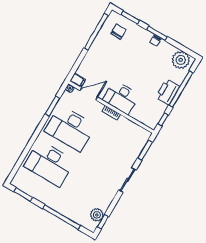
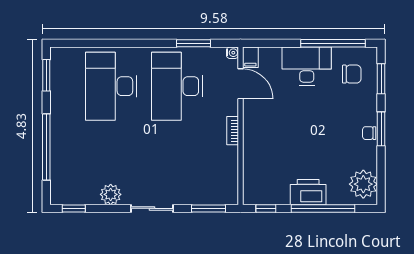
desk: (121, 98) -> (307, 66), moved, turned 90
plant: (97, 215) -> (111, 194), moved

